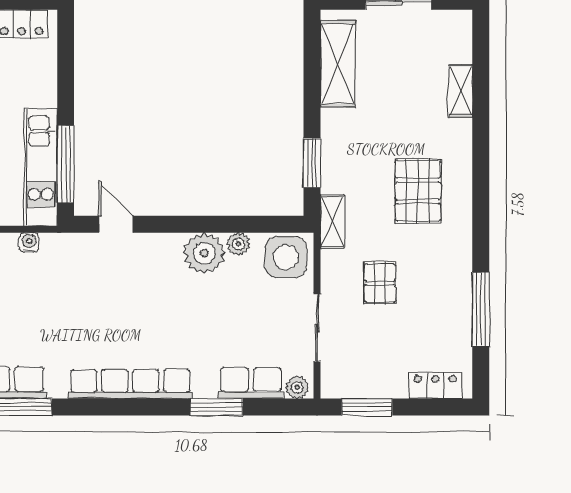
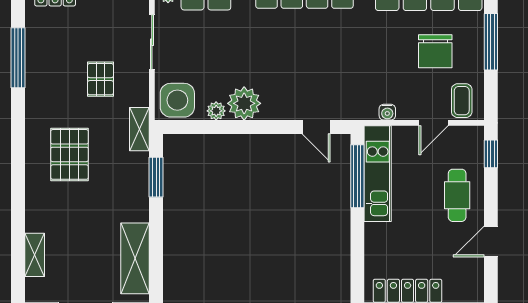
shelving: (460, 91) -> (35, 255), moved

